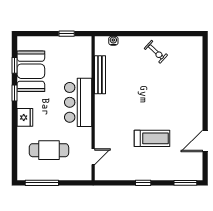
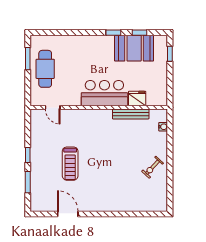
window: (67, 34) -> (170, 54), moved
fridge: (25, 117) -> (137, 99), moved, turned 180
cafe table: (49, 150) -> (45, 69), moved
window: (42, 183) -> (28, 59), width x0.69
window: (185, 183) -> (28, 182), moved

